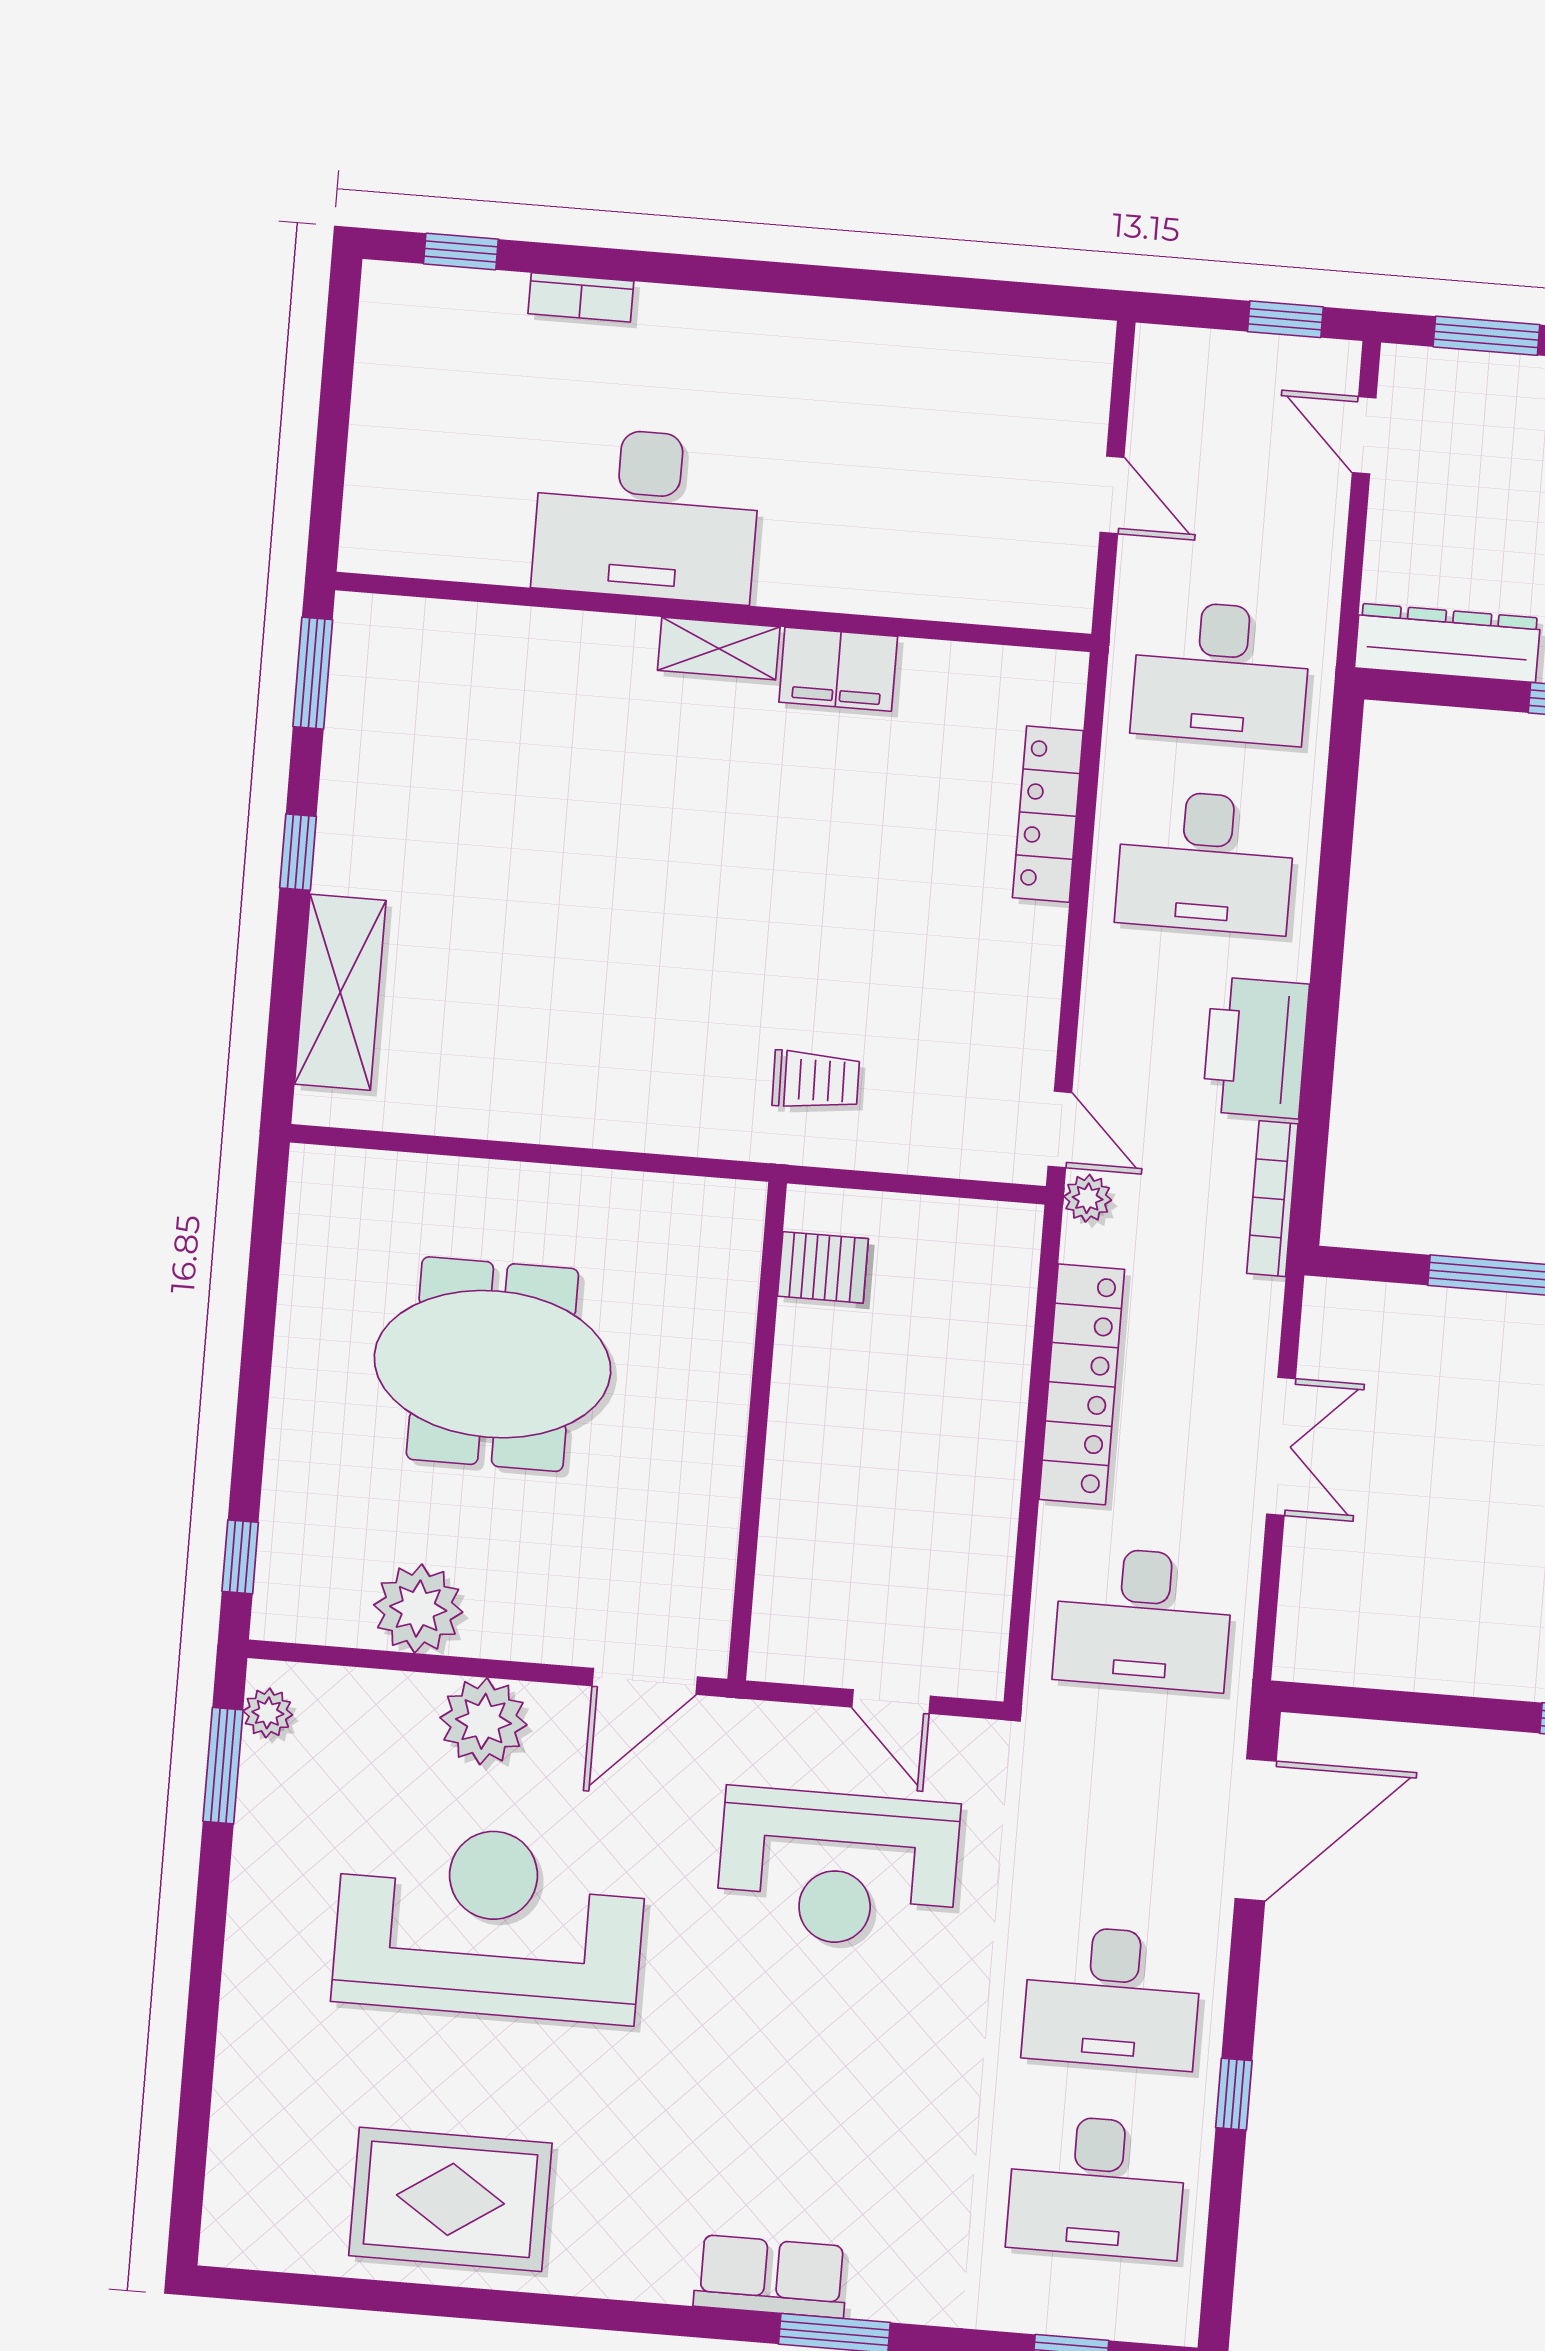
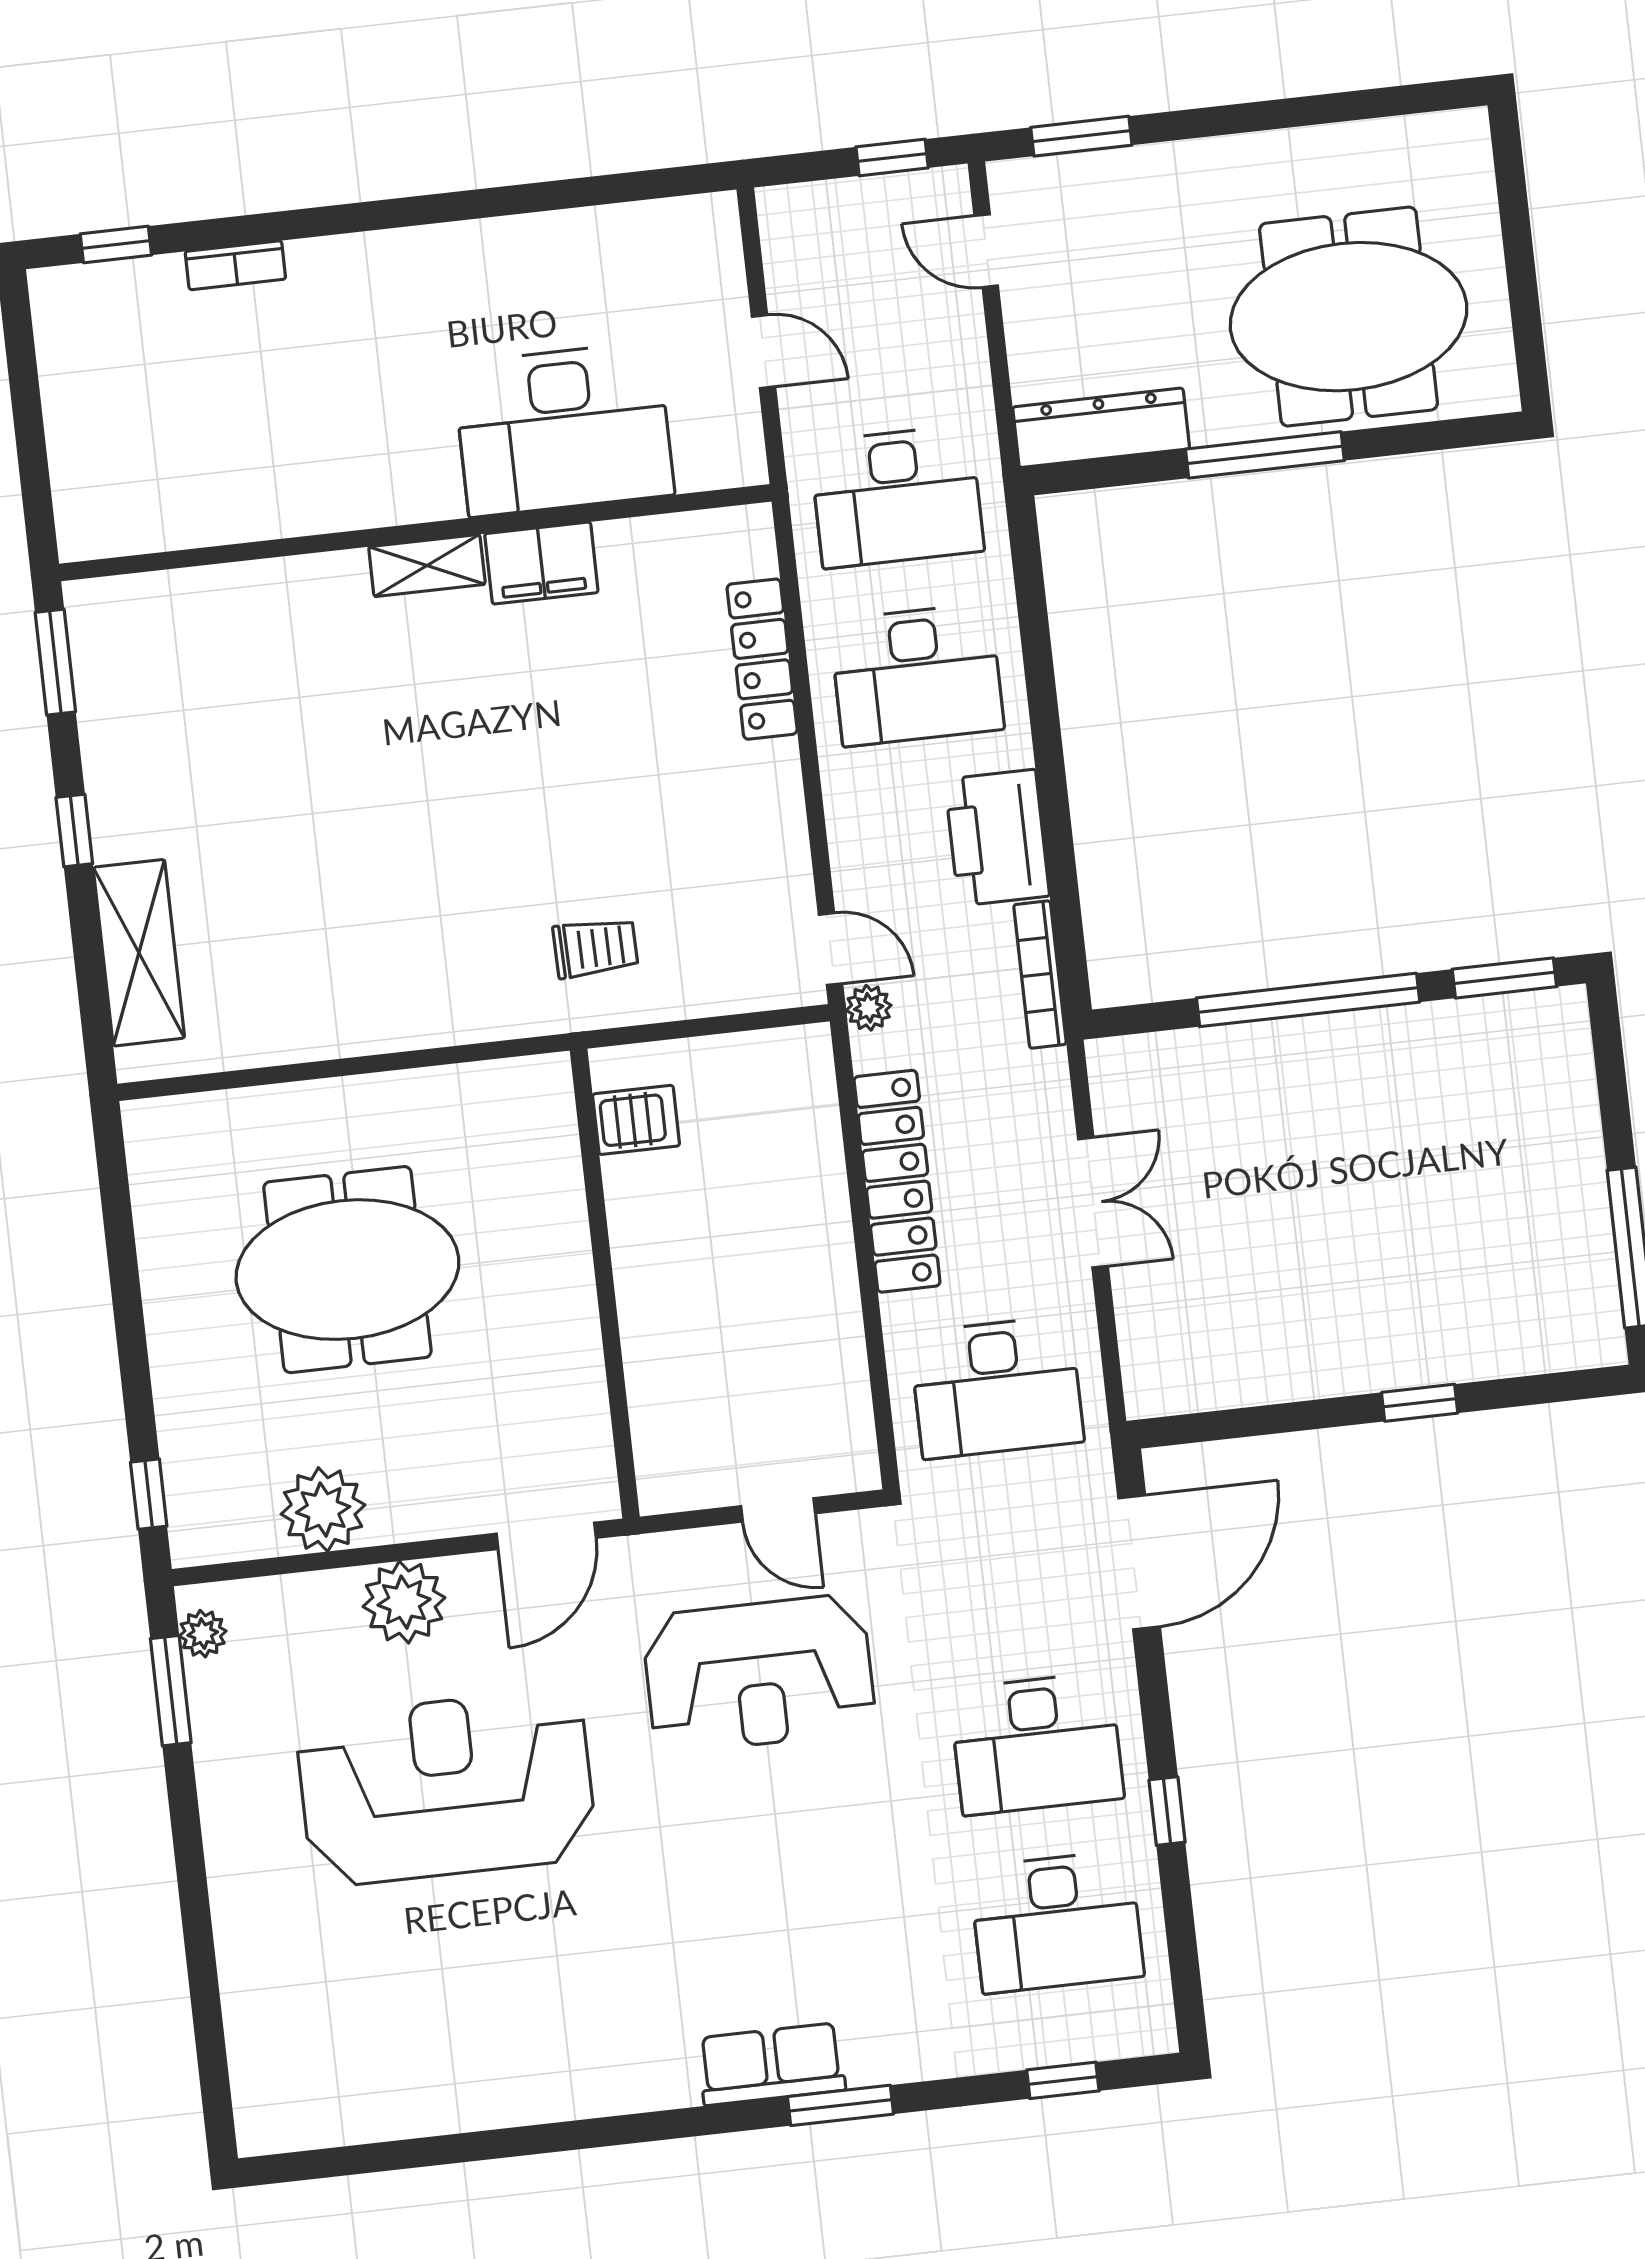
desk: (647, 515) -> (563, 429), moved
rug: (450, 2199) -> (460, 2051), removed

